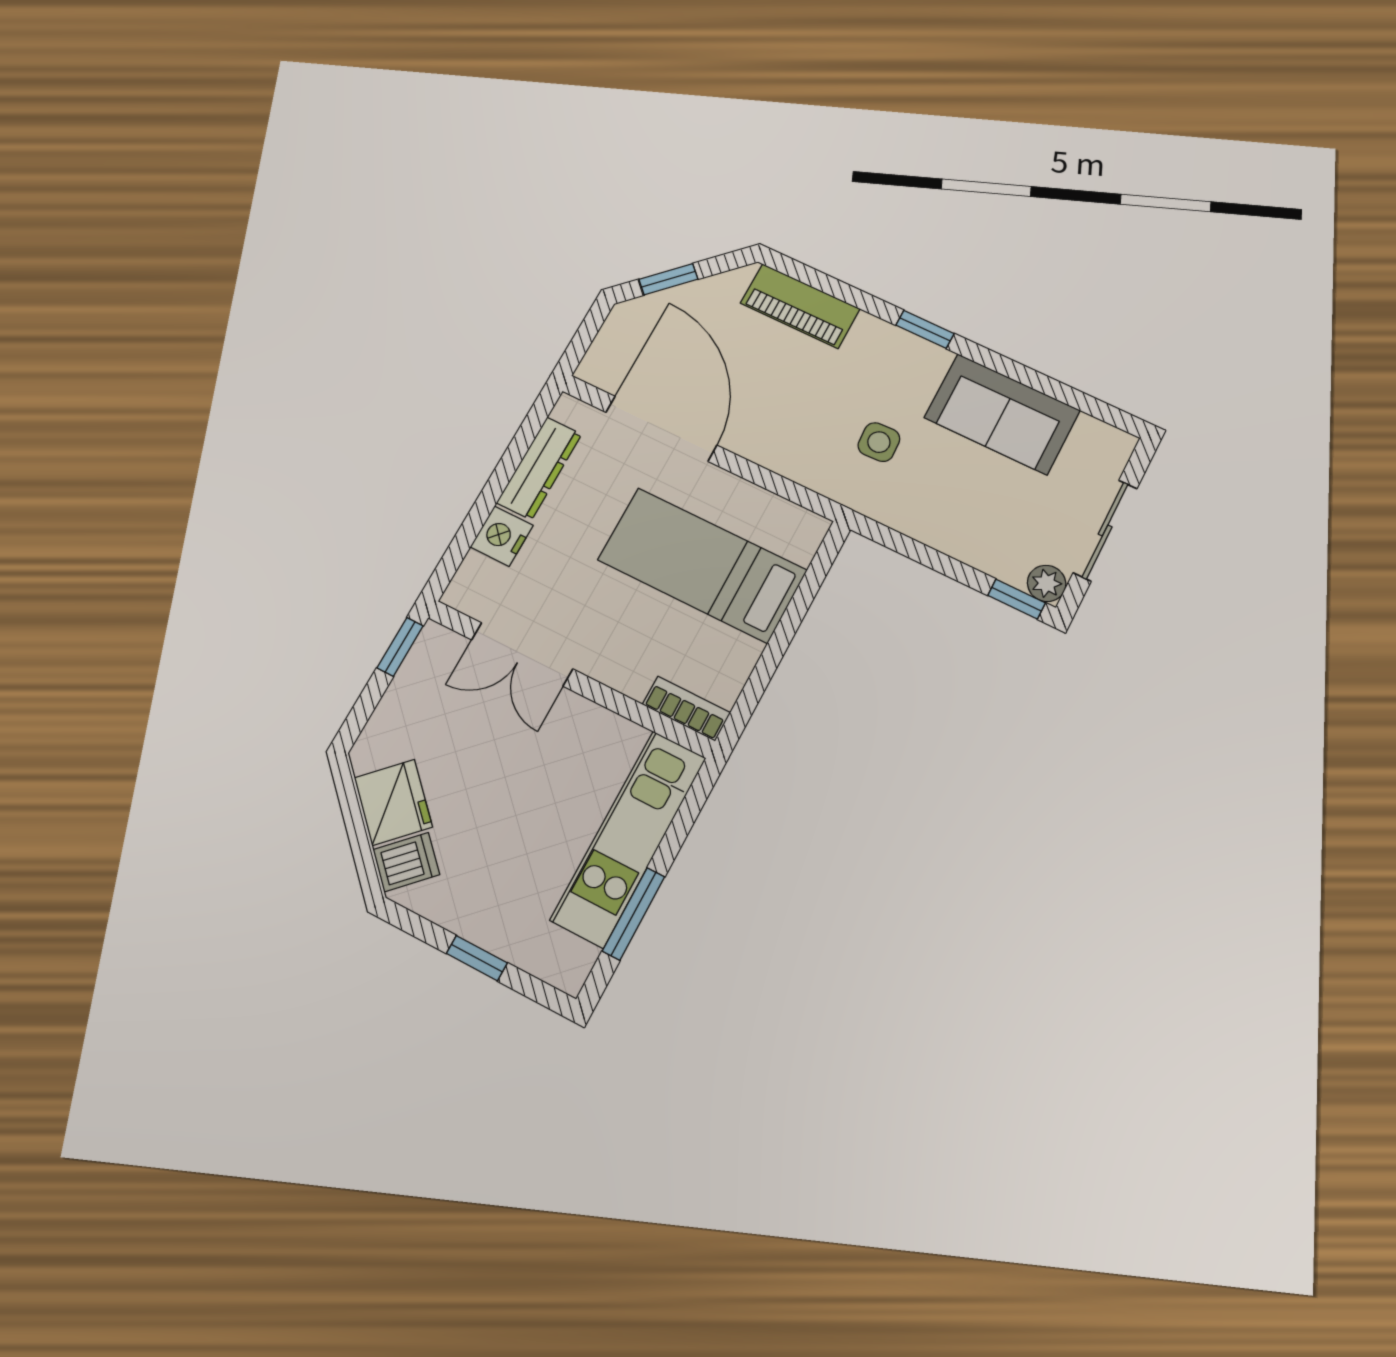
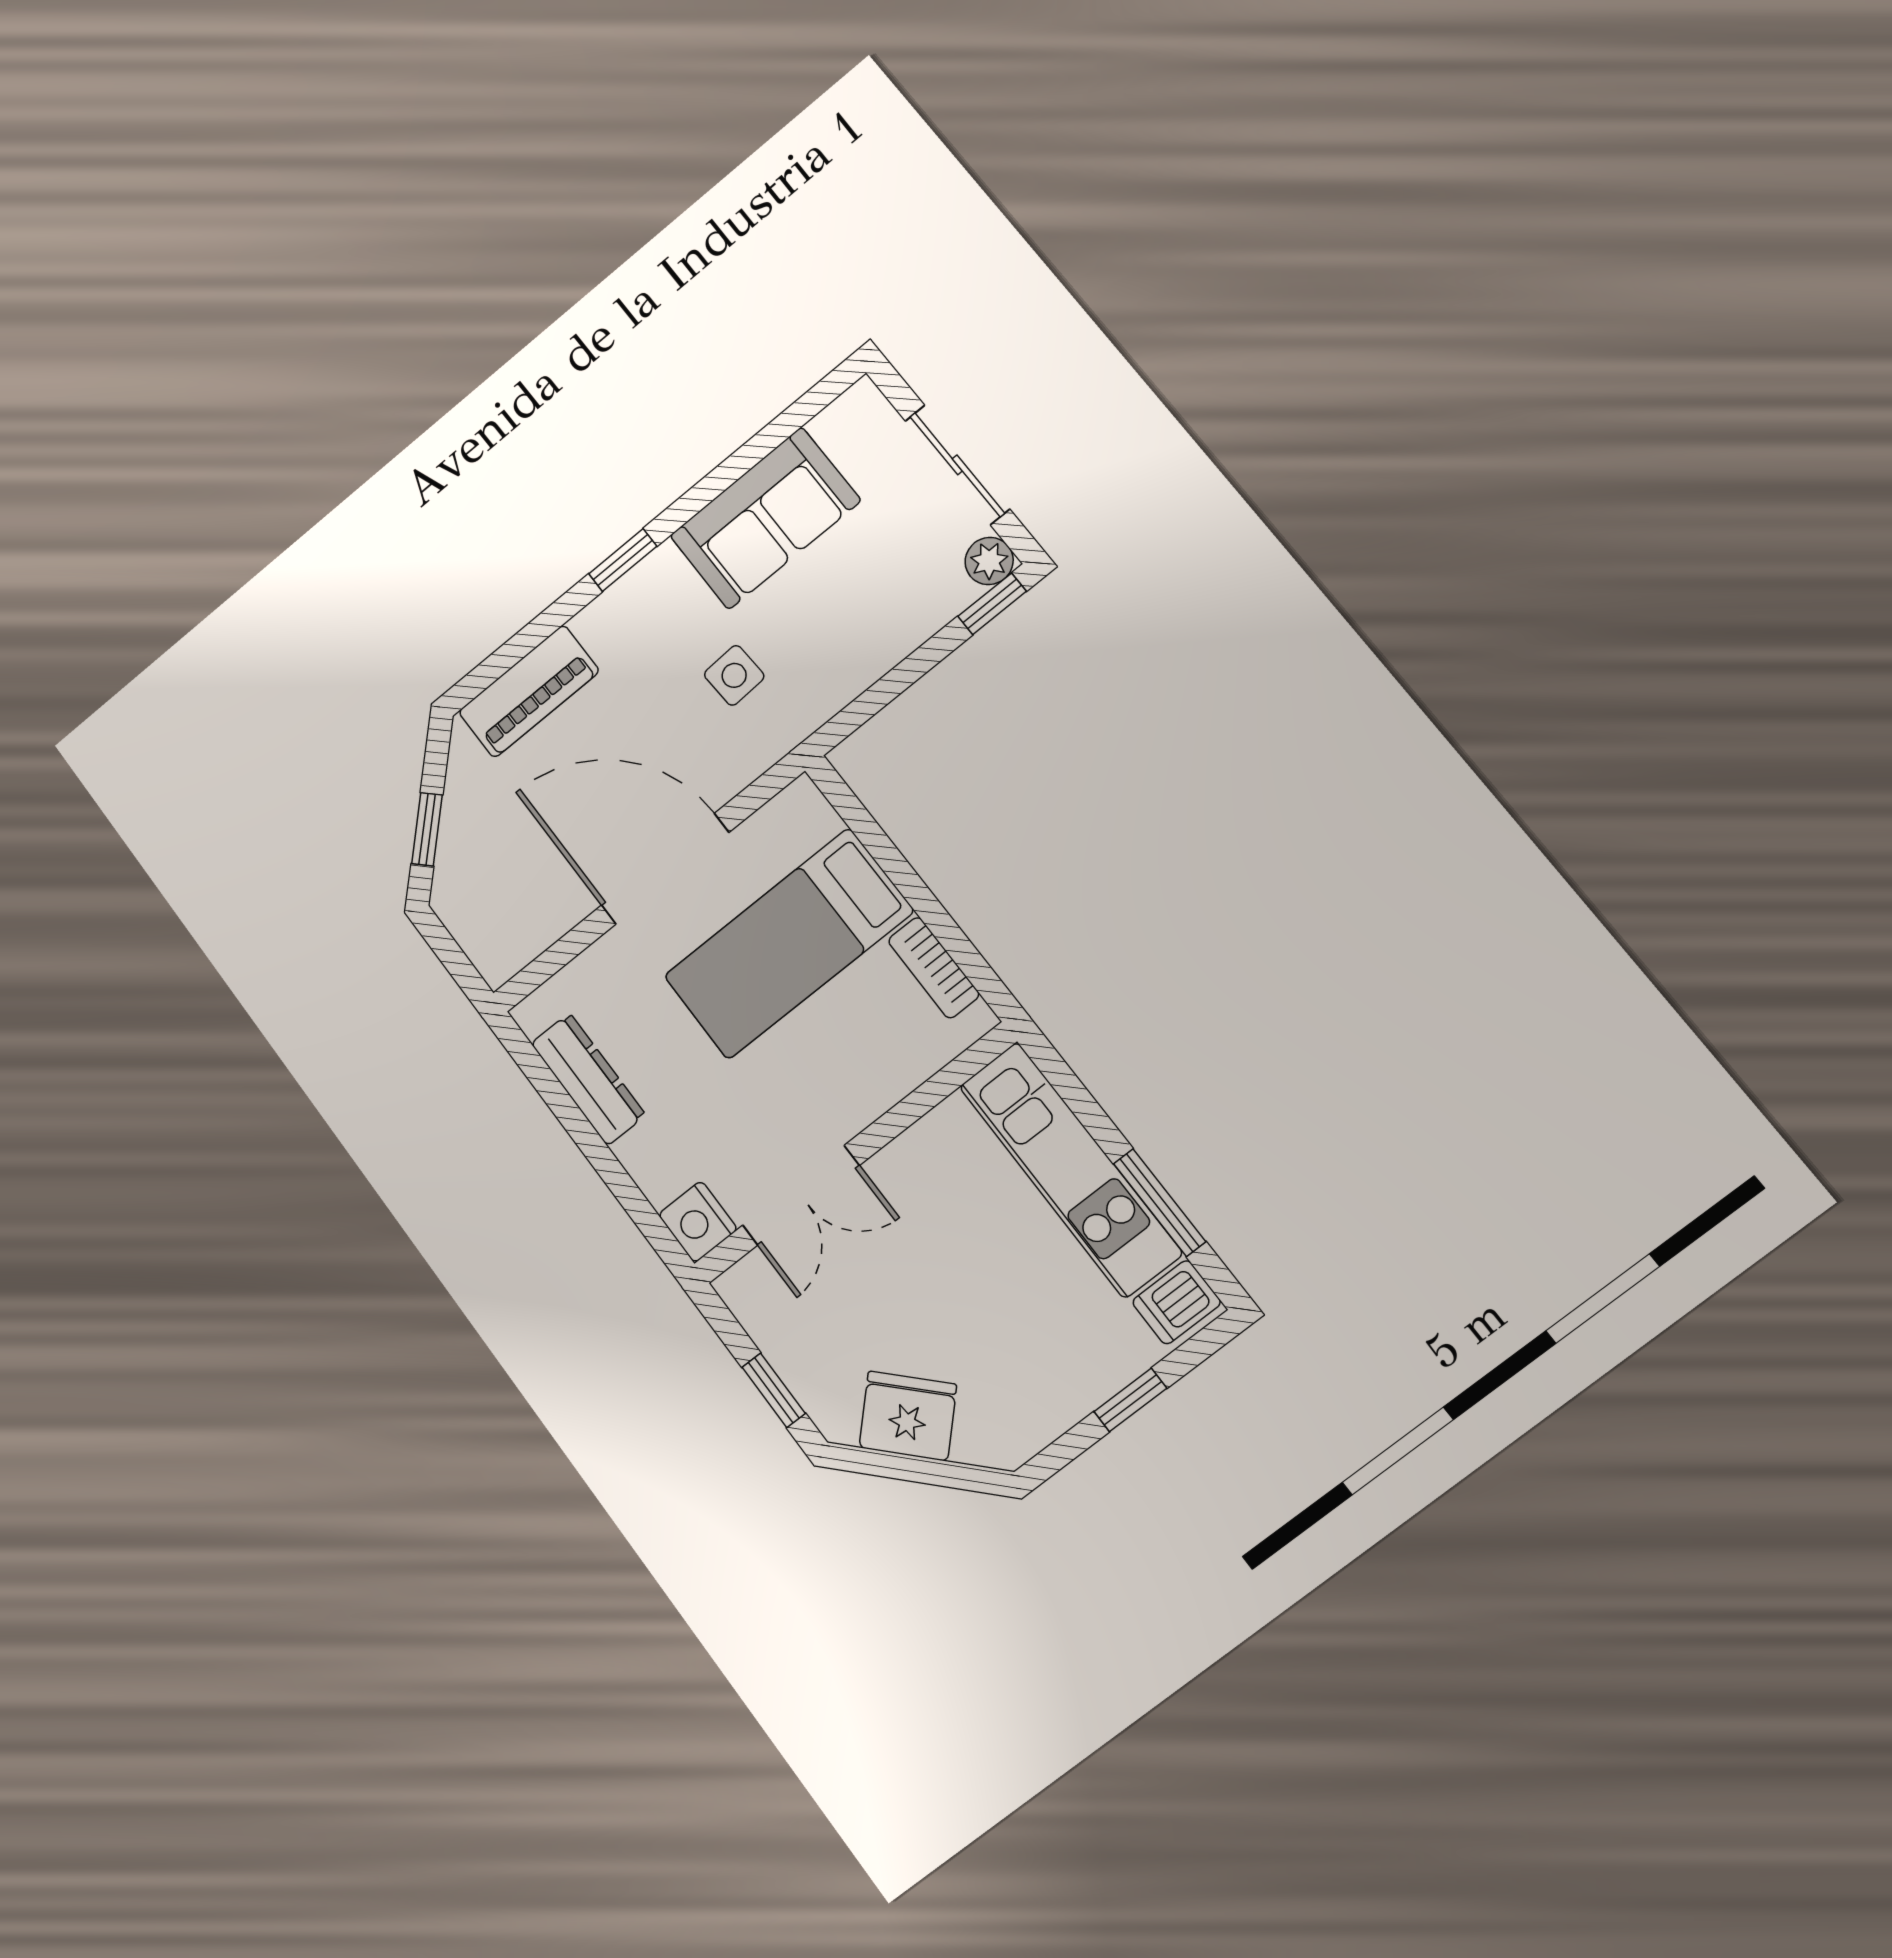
door: (661, 429) -> (665, 869), moved
nightstand: (502, 536) -> (698, 1222), moved
window: (400, 647) -> (774, 1390), moved
bookcase: (686, 709) -> (934, 968), moved, turned -90
dishwasher: (406, 862) -> (1176, 1302), moved, turned -135

